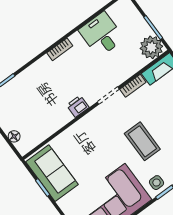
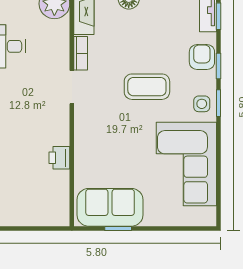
printer: (78, 106) -> (59, 158), moved
floor lamp: (14, 136) -> (41, 219), removed

